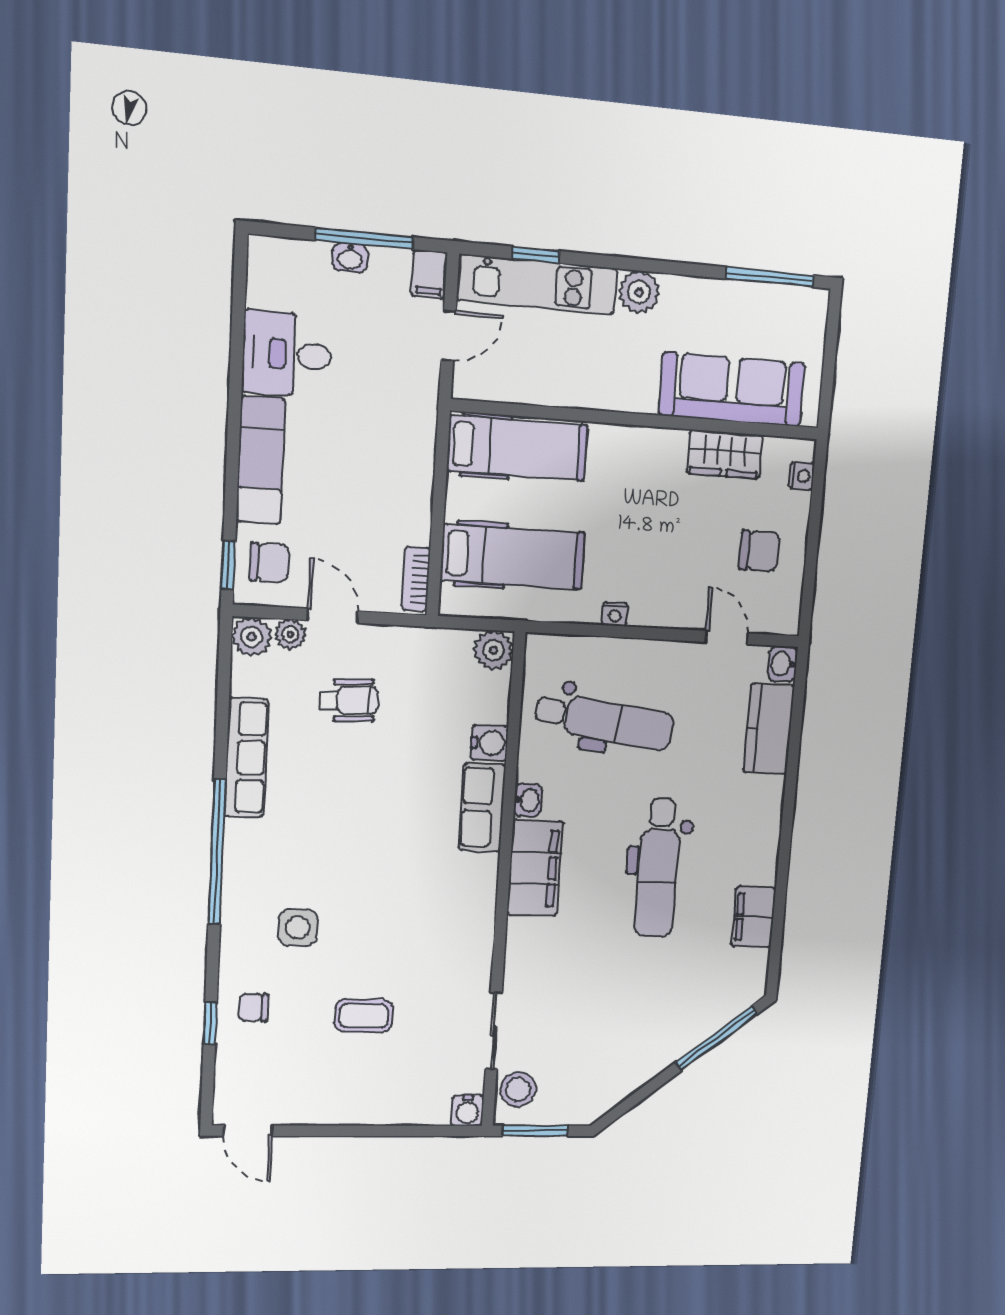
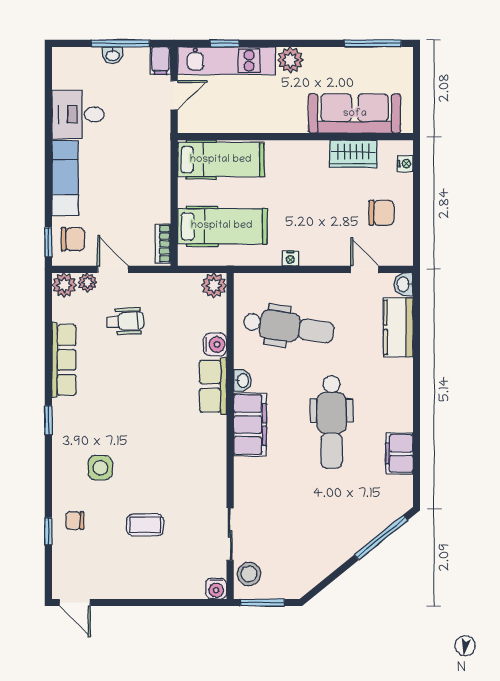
window: (217, 852) -> (48, 420), width x0.32

